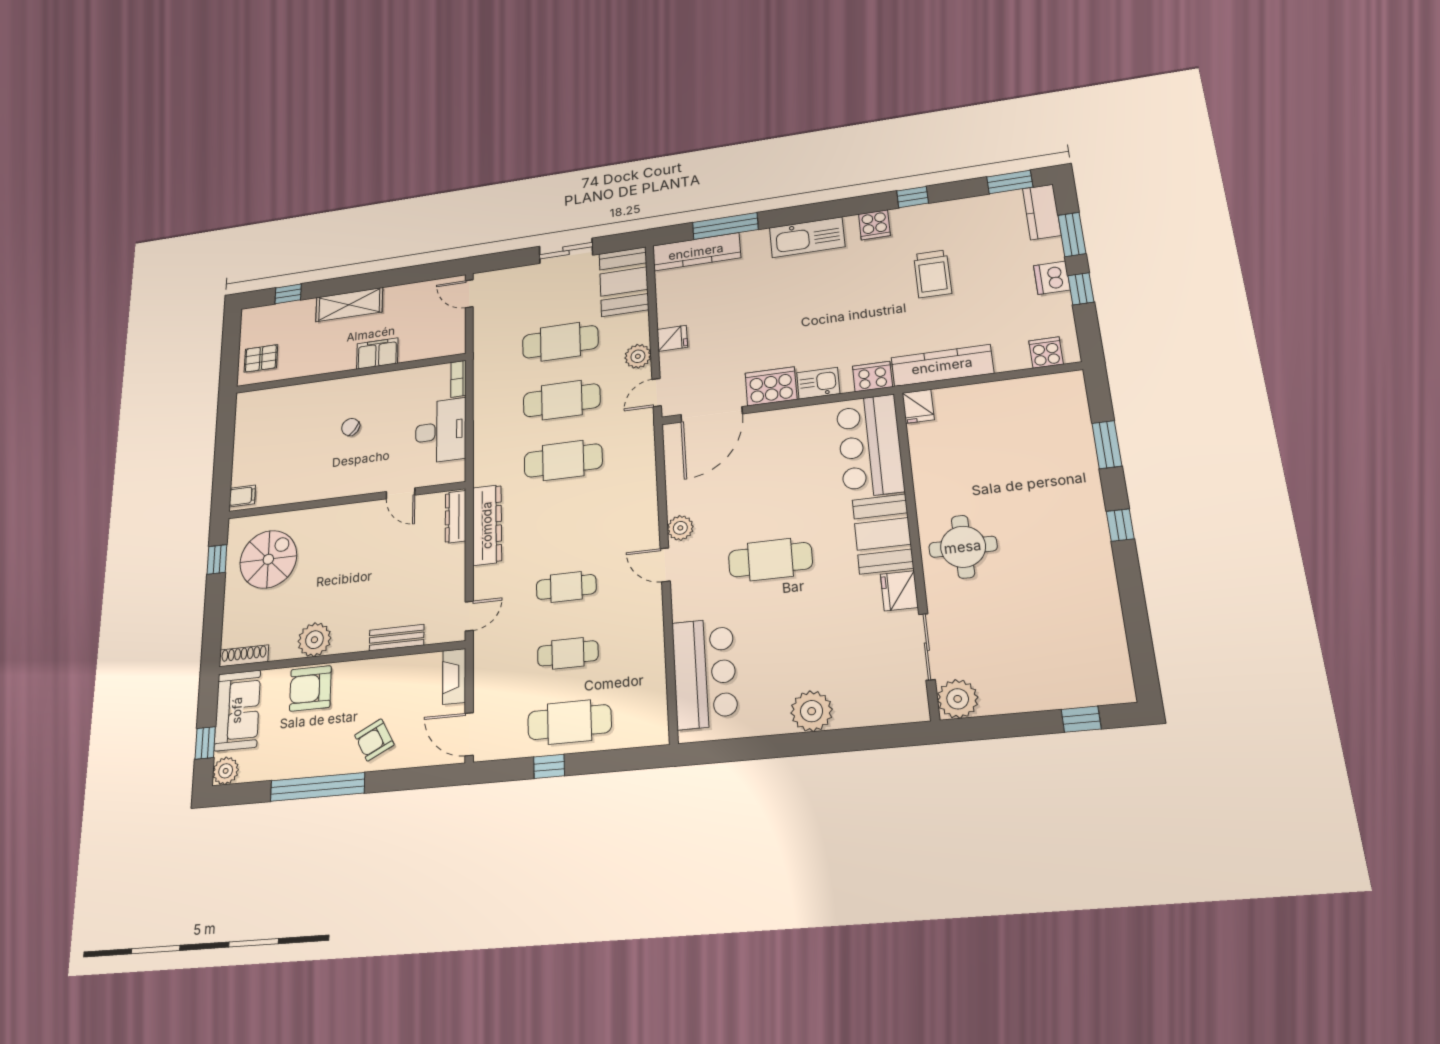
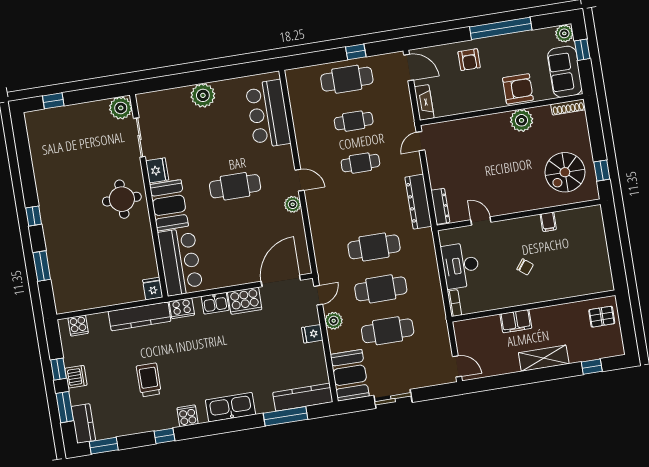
filing cabinet: (242, 496) -> (548, 222), moved, turned -90
bench: (397, 638) -> (466, 125), removed
armchair: (374, 740) -> (469, 60), turned 117

